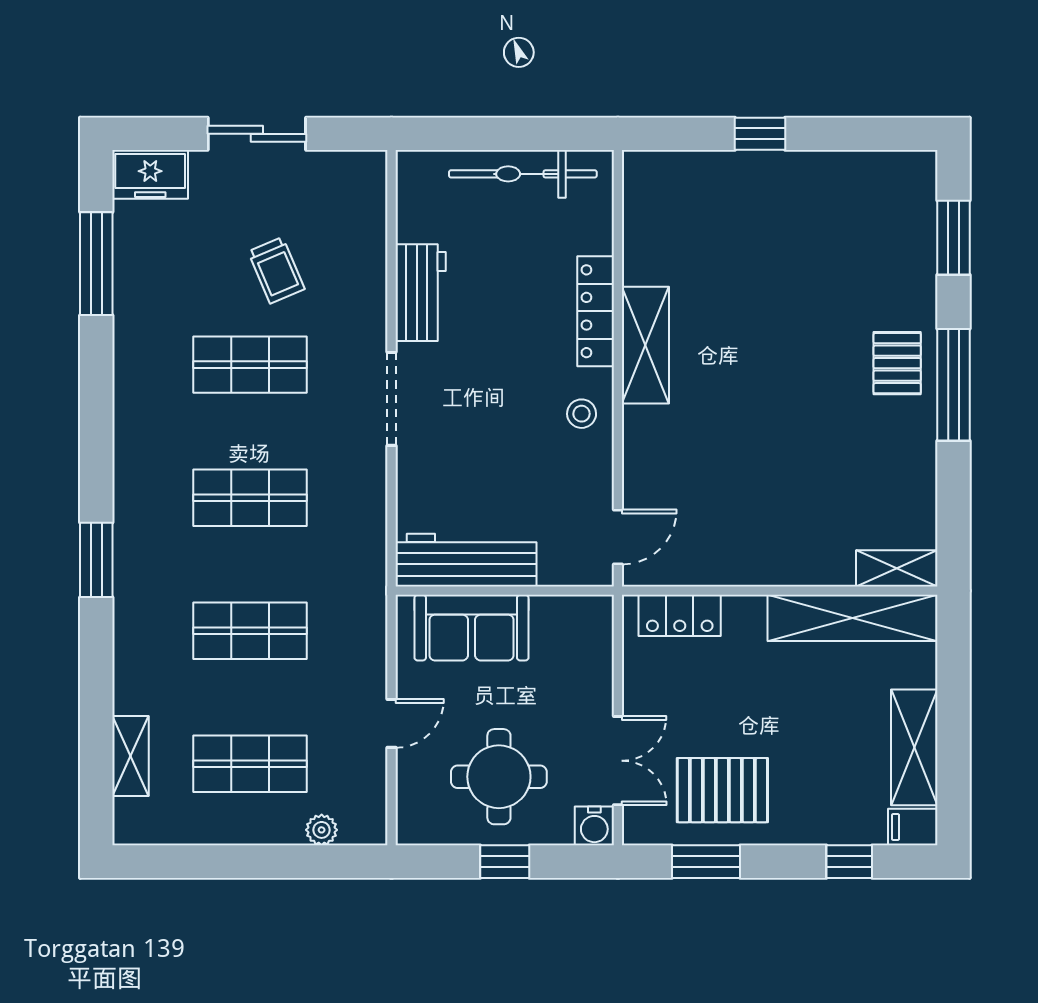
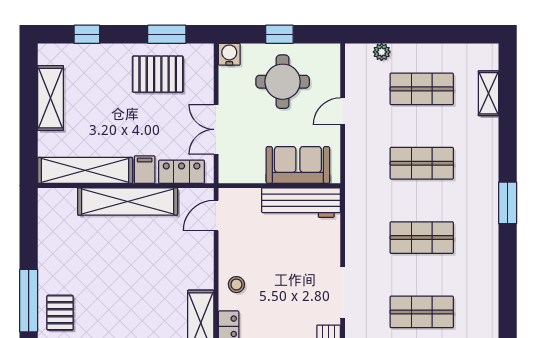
shelving: (897, 568) -> (128, 201), moved, width x2.20, depth x1.33
double door: (618, 761) -> (216, 129), moved
filing cabinet: (913, 827) -> (145, 170), moved, turned -90

